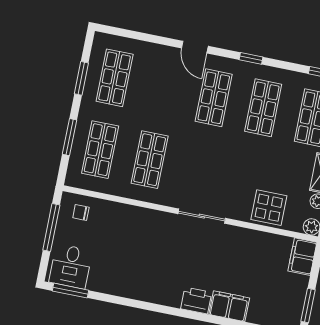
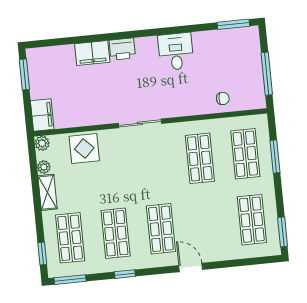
window: (251, 58) -> (125, 274), moved
window: (81, 78) -> (283, 232), moved
chair: (81, 212) -> (223, 98), moved
desk: (71, 266) -> (176, 52), moved

